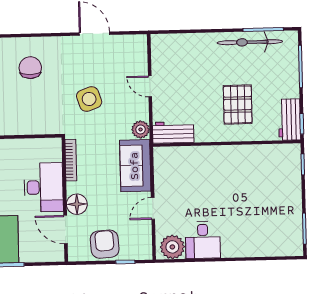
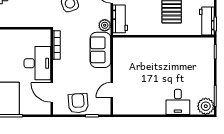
workbench: (173, 132) -> (120, 19), moved, turned 90
floor lamp: (77, 204) -> (60, 75), removed
door: (153, 208) -> (112, 90), moved
desk: (203, 240) -> (178, 102), moved
plant: (172, 247) -> (206, 106), moved

